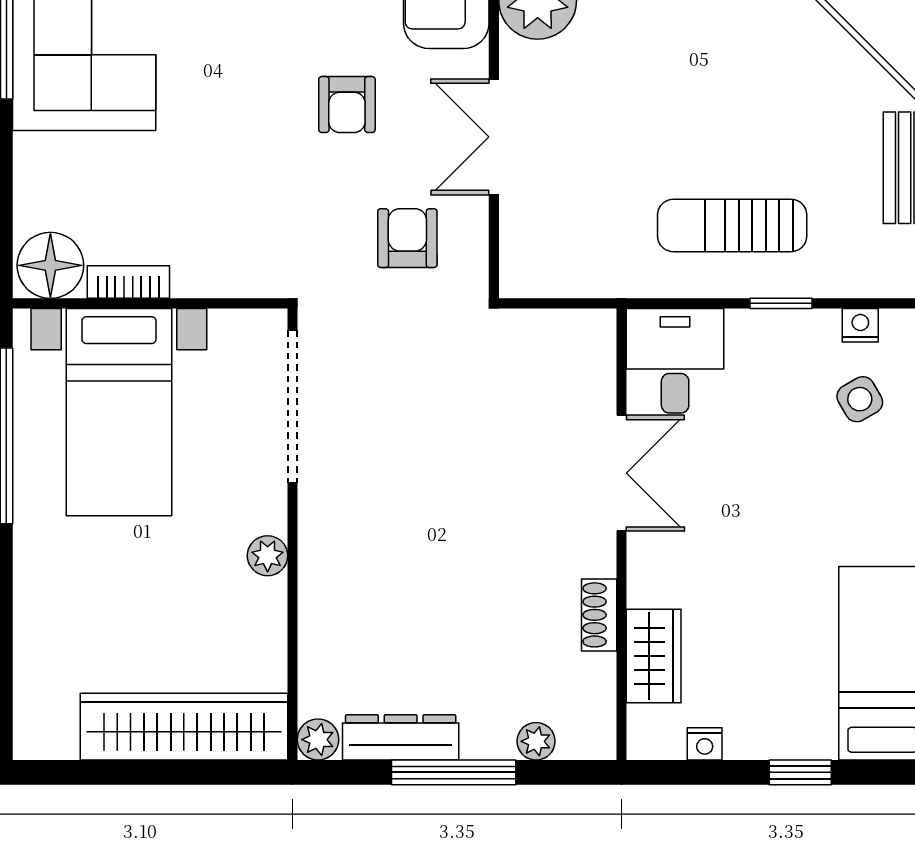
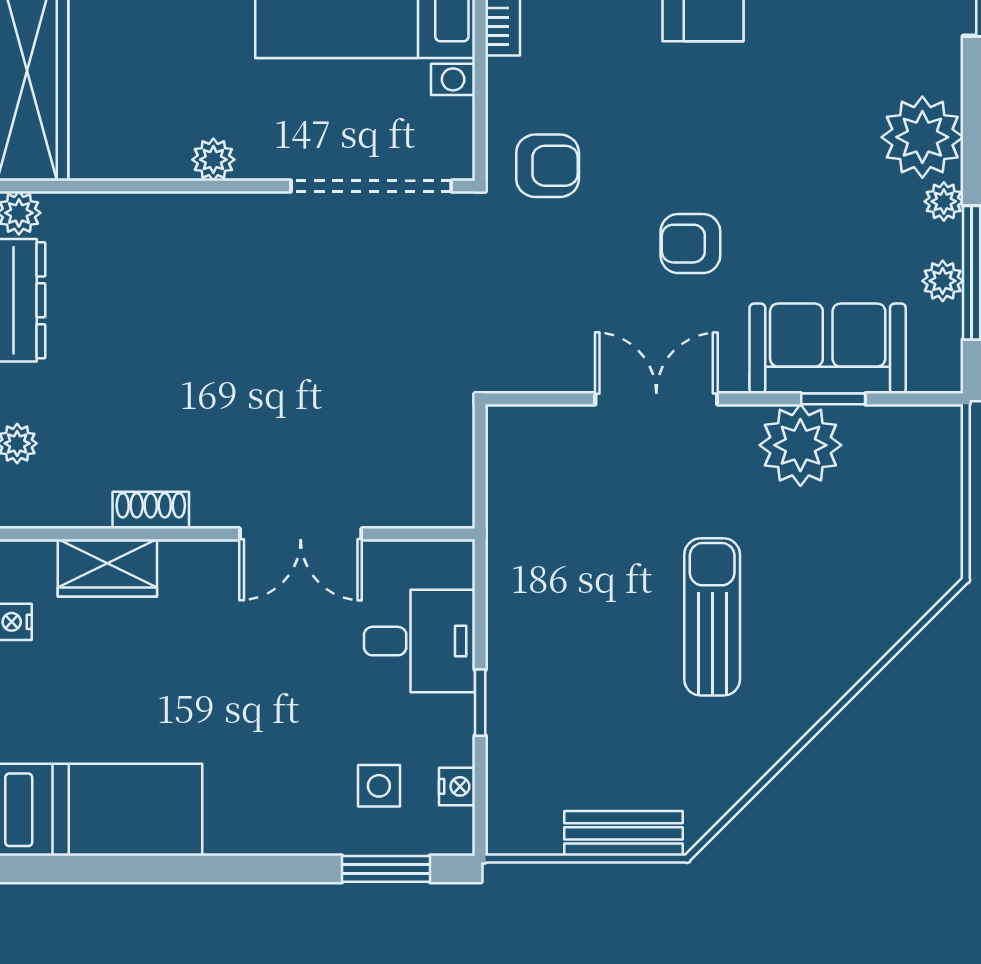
sun lounger: (732, 225) -> (712, 617), moved
armchair: (407, 238) -> (548, 166), moved
desk: (675, 361) -> (420, 641), moved
side table: (860, 399) -> (379, 786), turned 30

